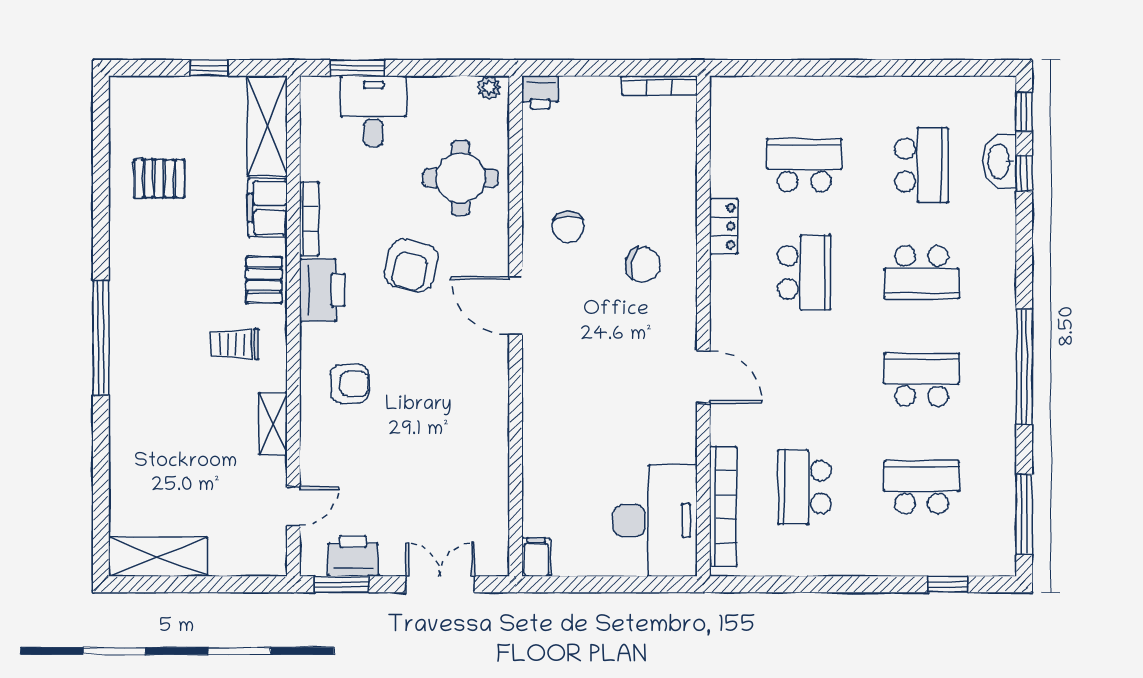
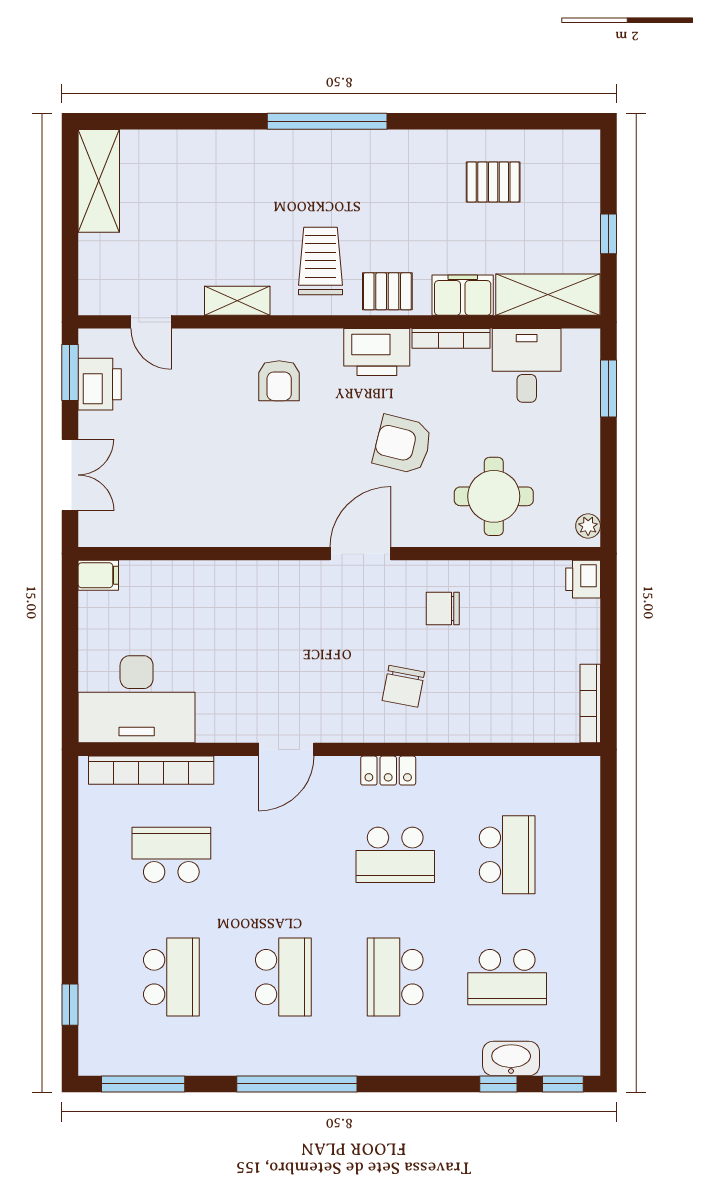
desk: (373, 111) -> (527, 365), moved, turned -90
pallet: (159, 179) -> (493, 182), turned 90
locker: (724, 226) -> (388, 771), moved
trolley: (235, 344) -> (321, 261), width x1.36, depth x1.39

